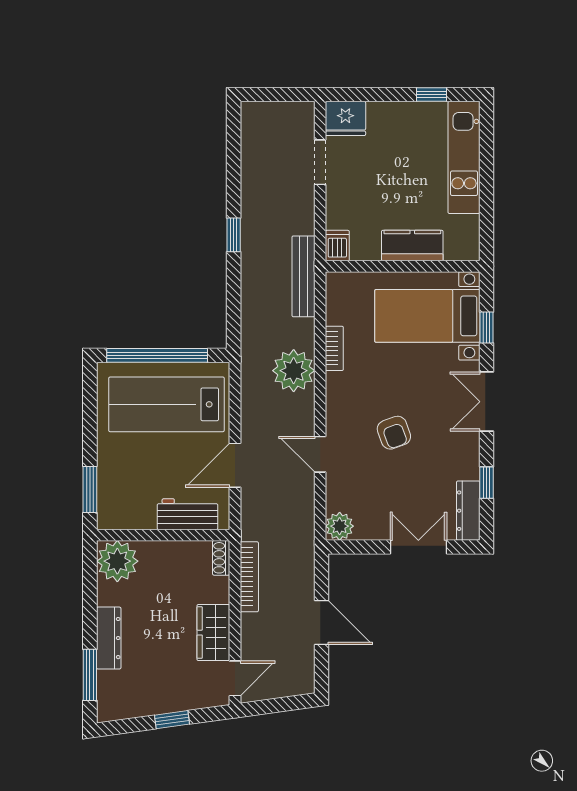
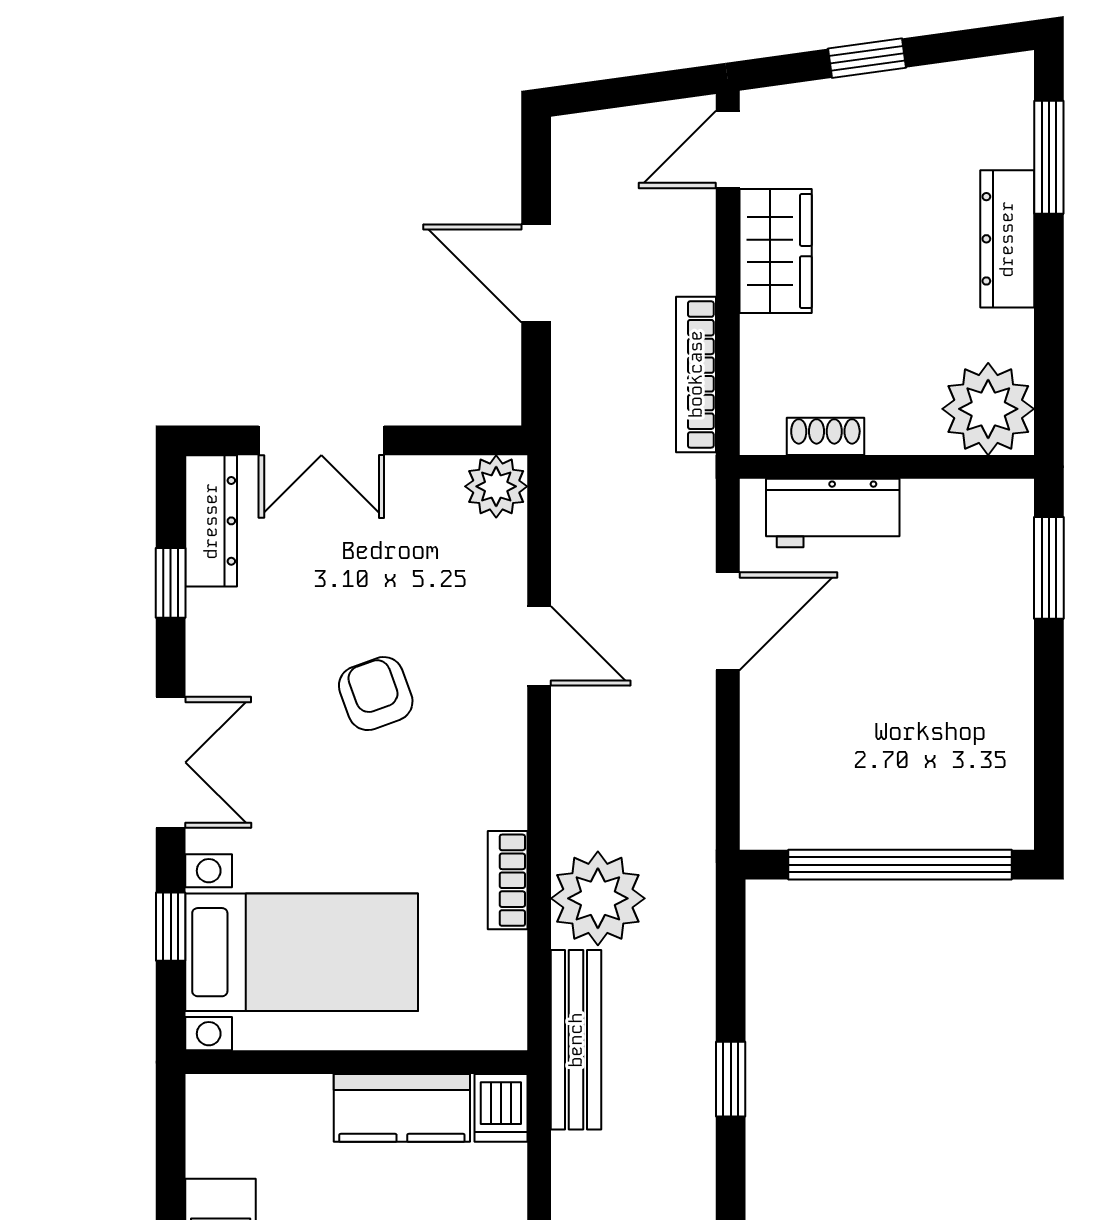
window: (234, 235) -> (731, 1079), moved
kitchen counter: (412, 246) -> (402, 1108), moved
plant: (294, 371) -> (598, 898), moved
lab bench: (166, 404) -> (879, 756), removed
shoe rack: (221, 558) -> (825, 436), moved, turned -90

